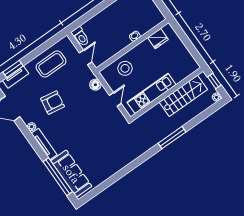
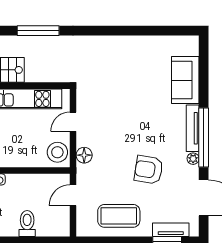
toilet: (80, 37) -> (27, 224), moved
stool: (125, 68) -> (57, 152), moved
sofa: (71, 174) -> (185, 80), width x0.73
window: (58, 177) -> (204, 138), moved

